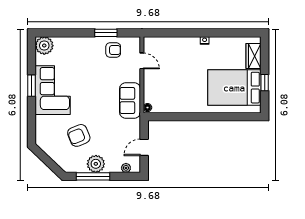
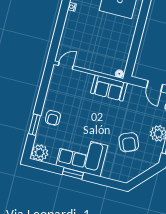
window: (106, 33) -> (35, 125), moved
armchair: (113, 50) -> (53, 118), moved, turned 180
door: (142, 61) -> (66, 66), moved

